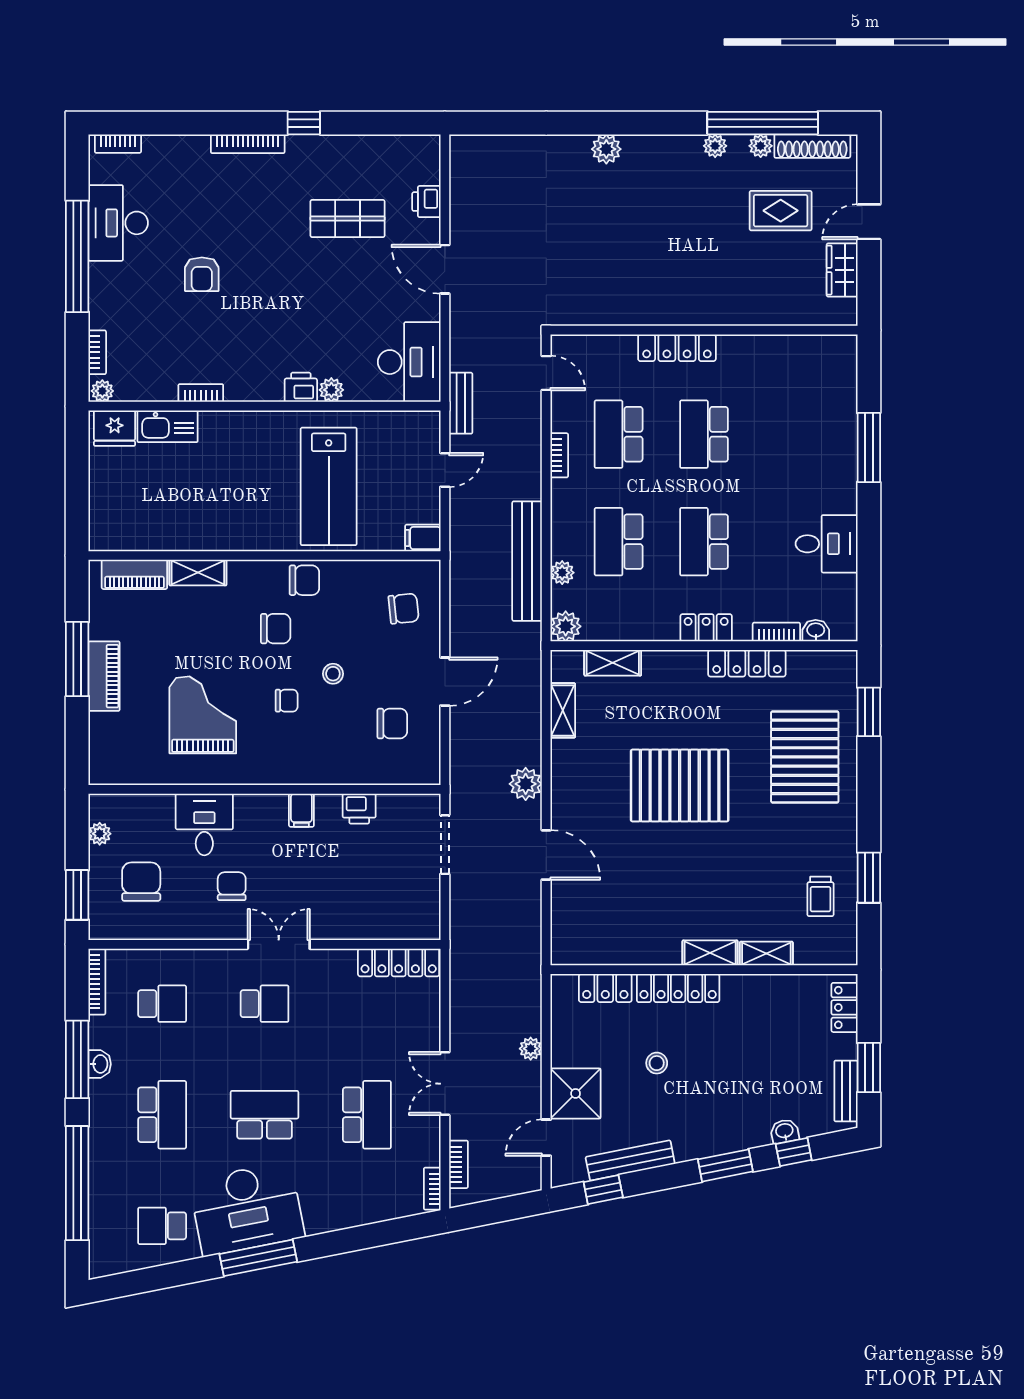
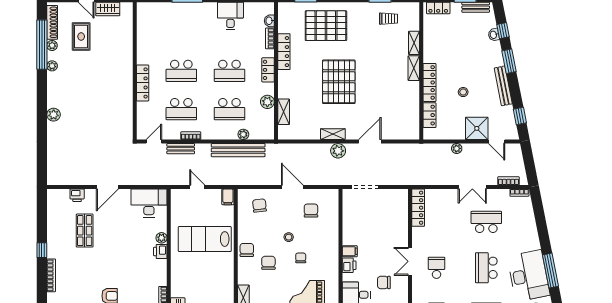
bench: (461, 403) -> (181, 149), moved
lab bench: (329, 486) -> (205, 239), turned 180
plant: (566, 626) -> (267, 102), moved
shelving: (563, 710) -> (333, 134), moved
printer: (359, 809) -> (349, 265), moved
bench: (630, 1160) -> (503, 86), moved

